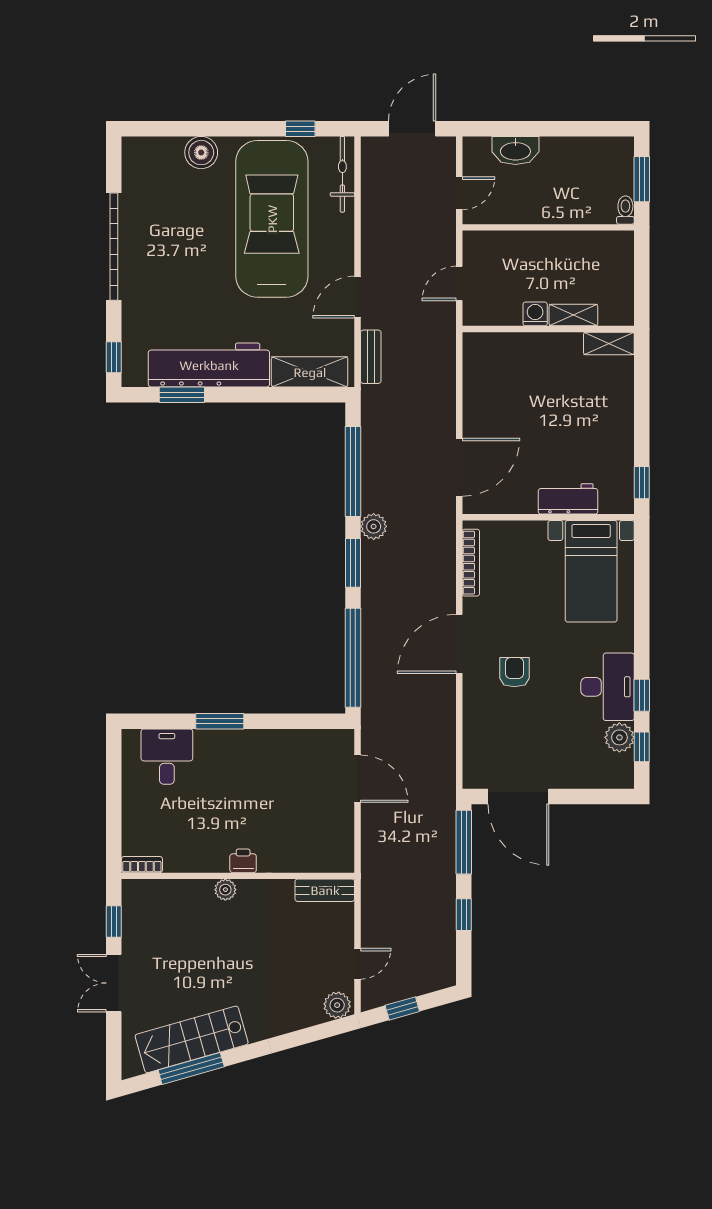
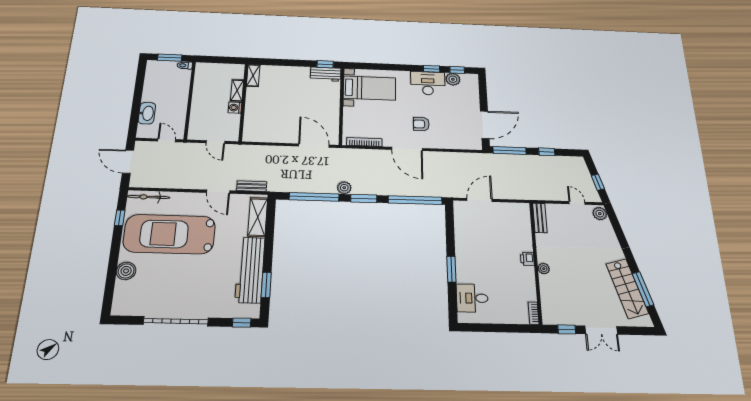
workbench: (568, 499) -> (326, 74), moved, turned -90

